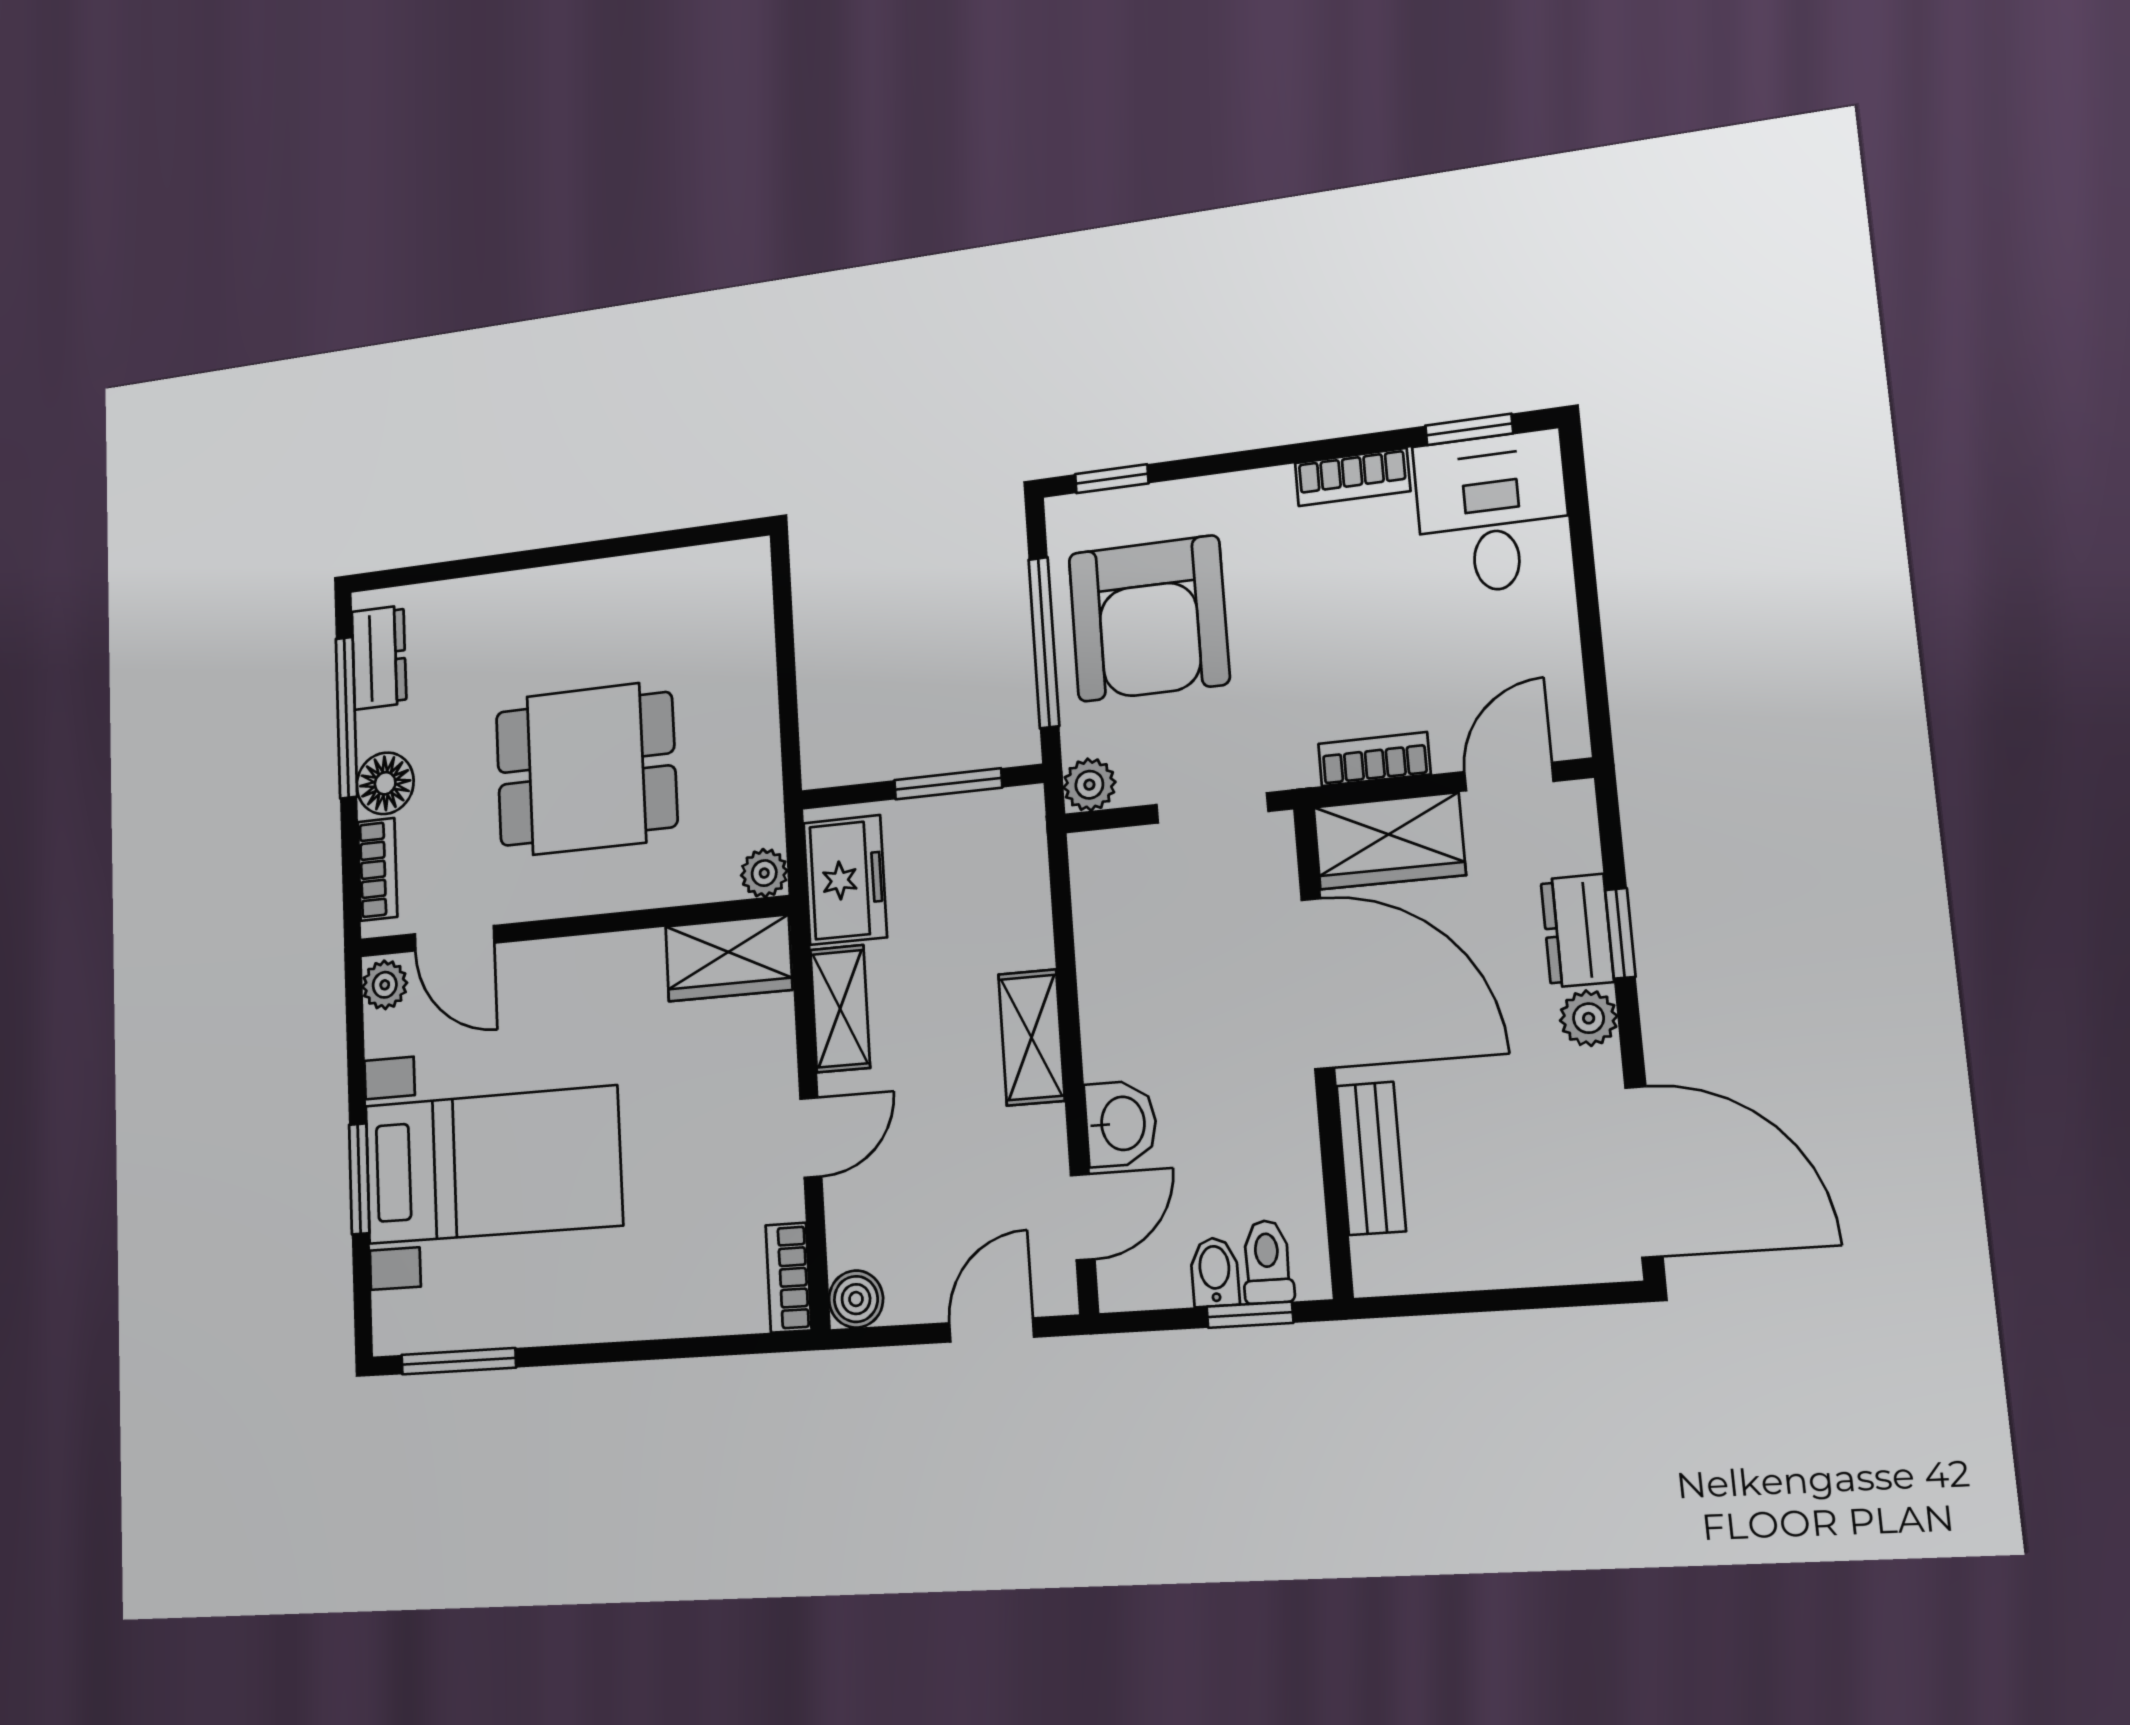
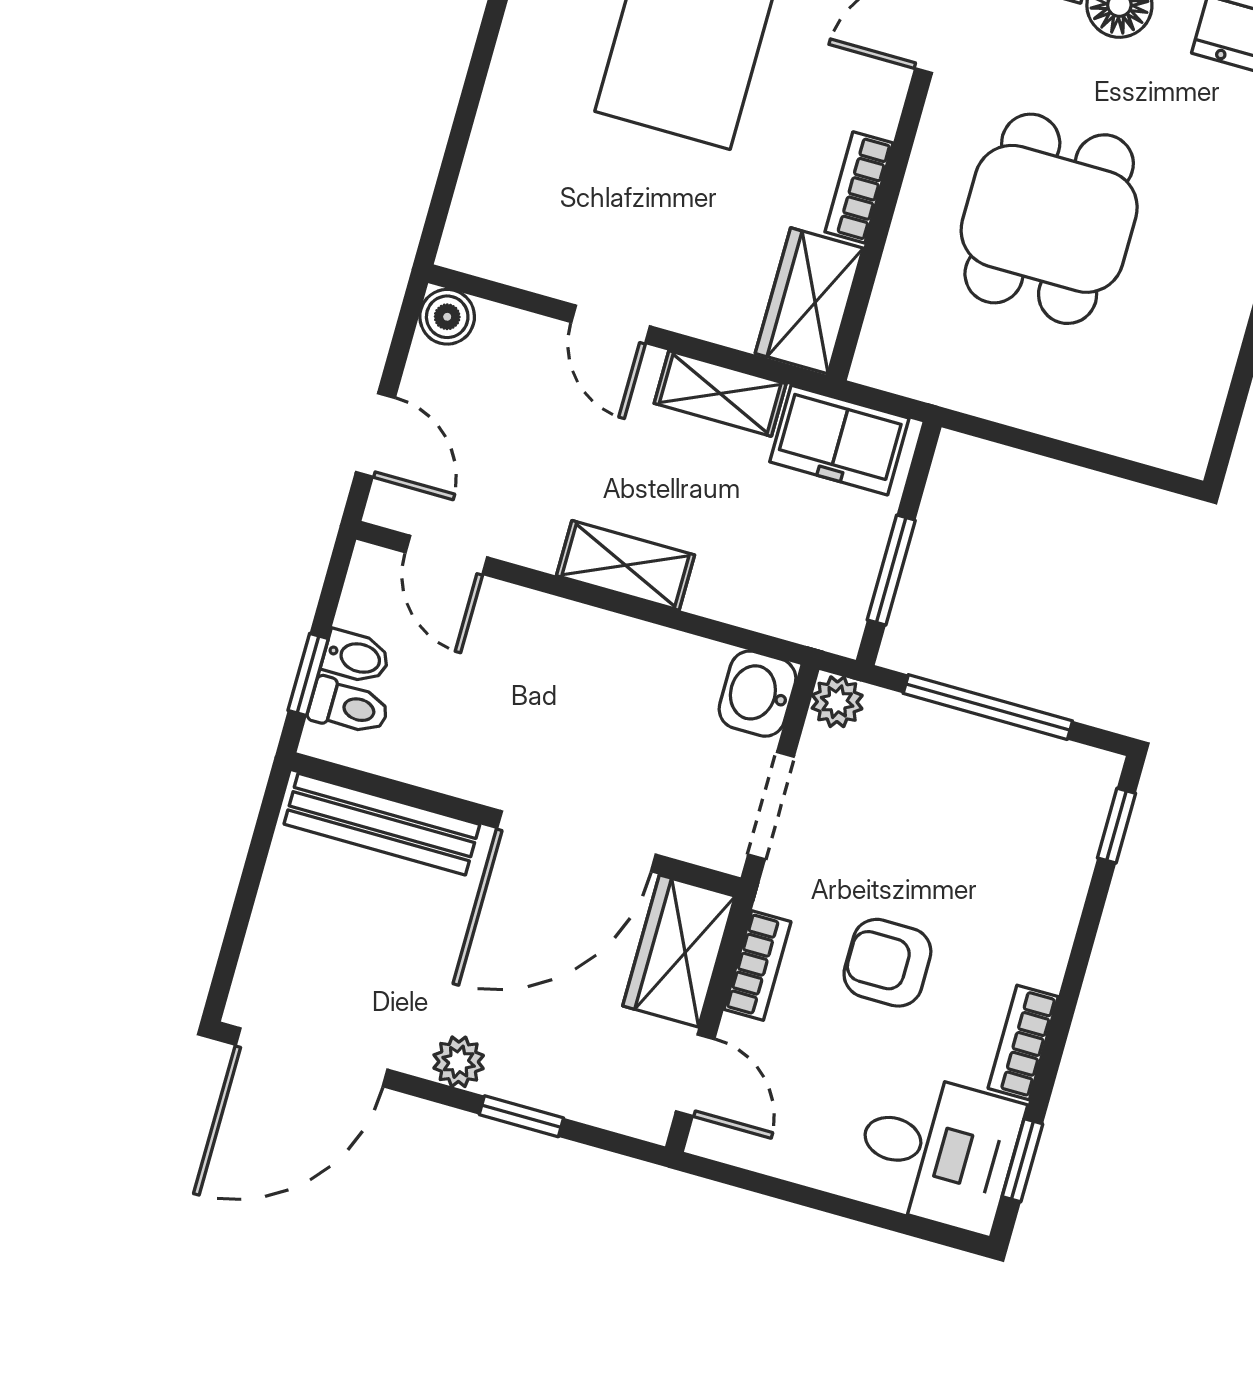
armchair: (1149, 618) -> (887, 963), moved, width x0.53, depth x0.53
plant: (764, 873) -> (877, 363), removed
dresser: (1577, 931) -> (538, 1081), removed
washbasin: (1121, 1124) -> (757, 694), moved, turned 90
bench: (1371, 1158) -> (382, 824), width x1.36
bookcase: (788, 1278) -> (859, 187), moved, turned -90

